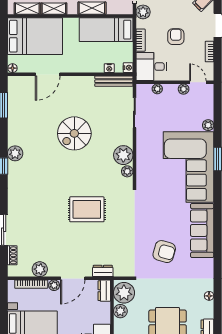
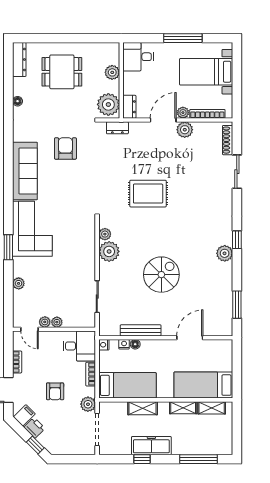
bed: (35, 36) -> (203, 385), width x0.67
armchair: (176, 37) -> (55, 391), moved
floor lamp: (13, 68) -> (135, 344), moved
bench: (114, 81) -> (141, 330), moved
plant: (157, 89) -> (57, 322), moved
corner sofa: (189, 167) -> (32, 229), width x0.73, depth x0.74
armchair: (164, 252) -> (65, 148), turned 74
shoe rack: (12, 255) -> (228, 140), width x1.43
plant: (40, 269) -> (185, 130), moved
dresser: (103, 271) -> (117, 128), moved
plant: (120, 311) -> (112, 72), moved

